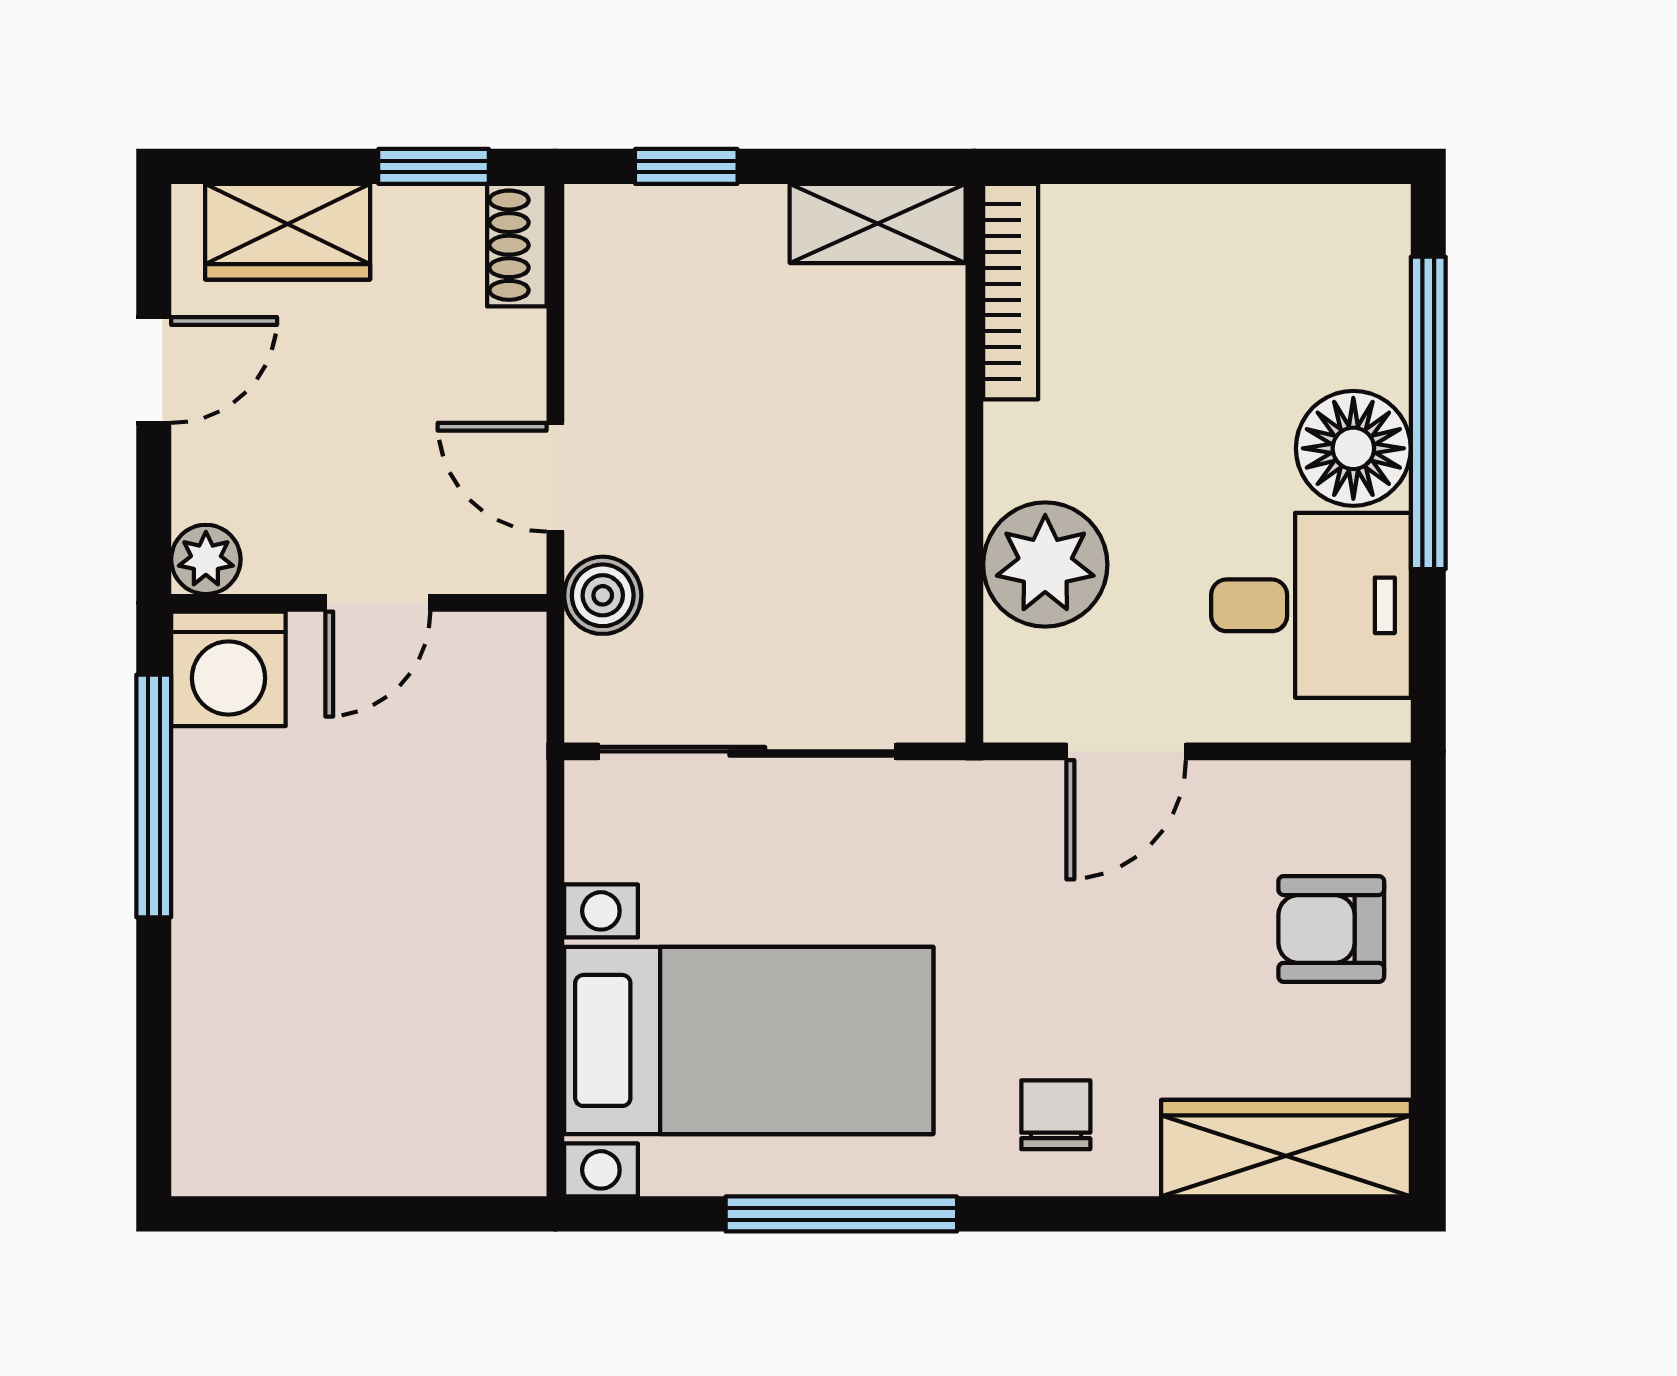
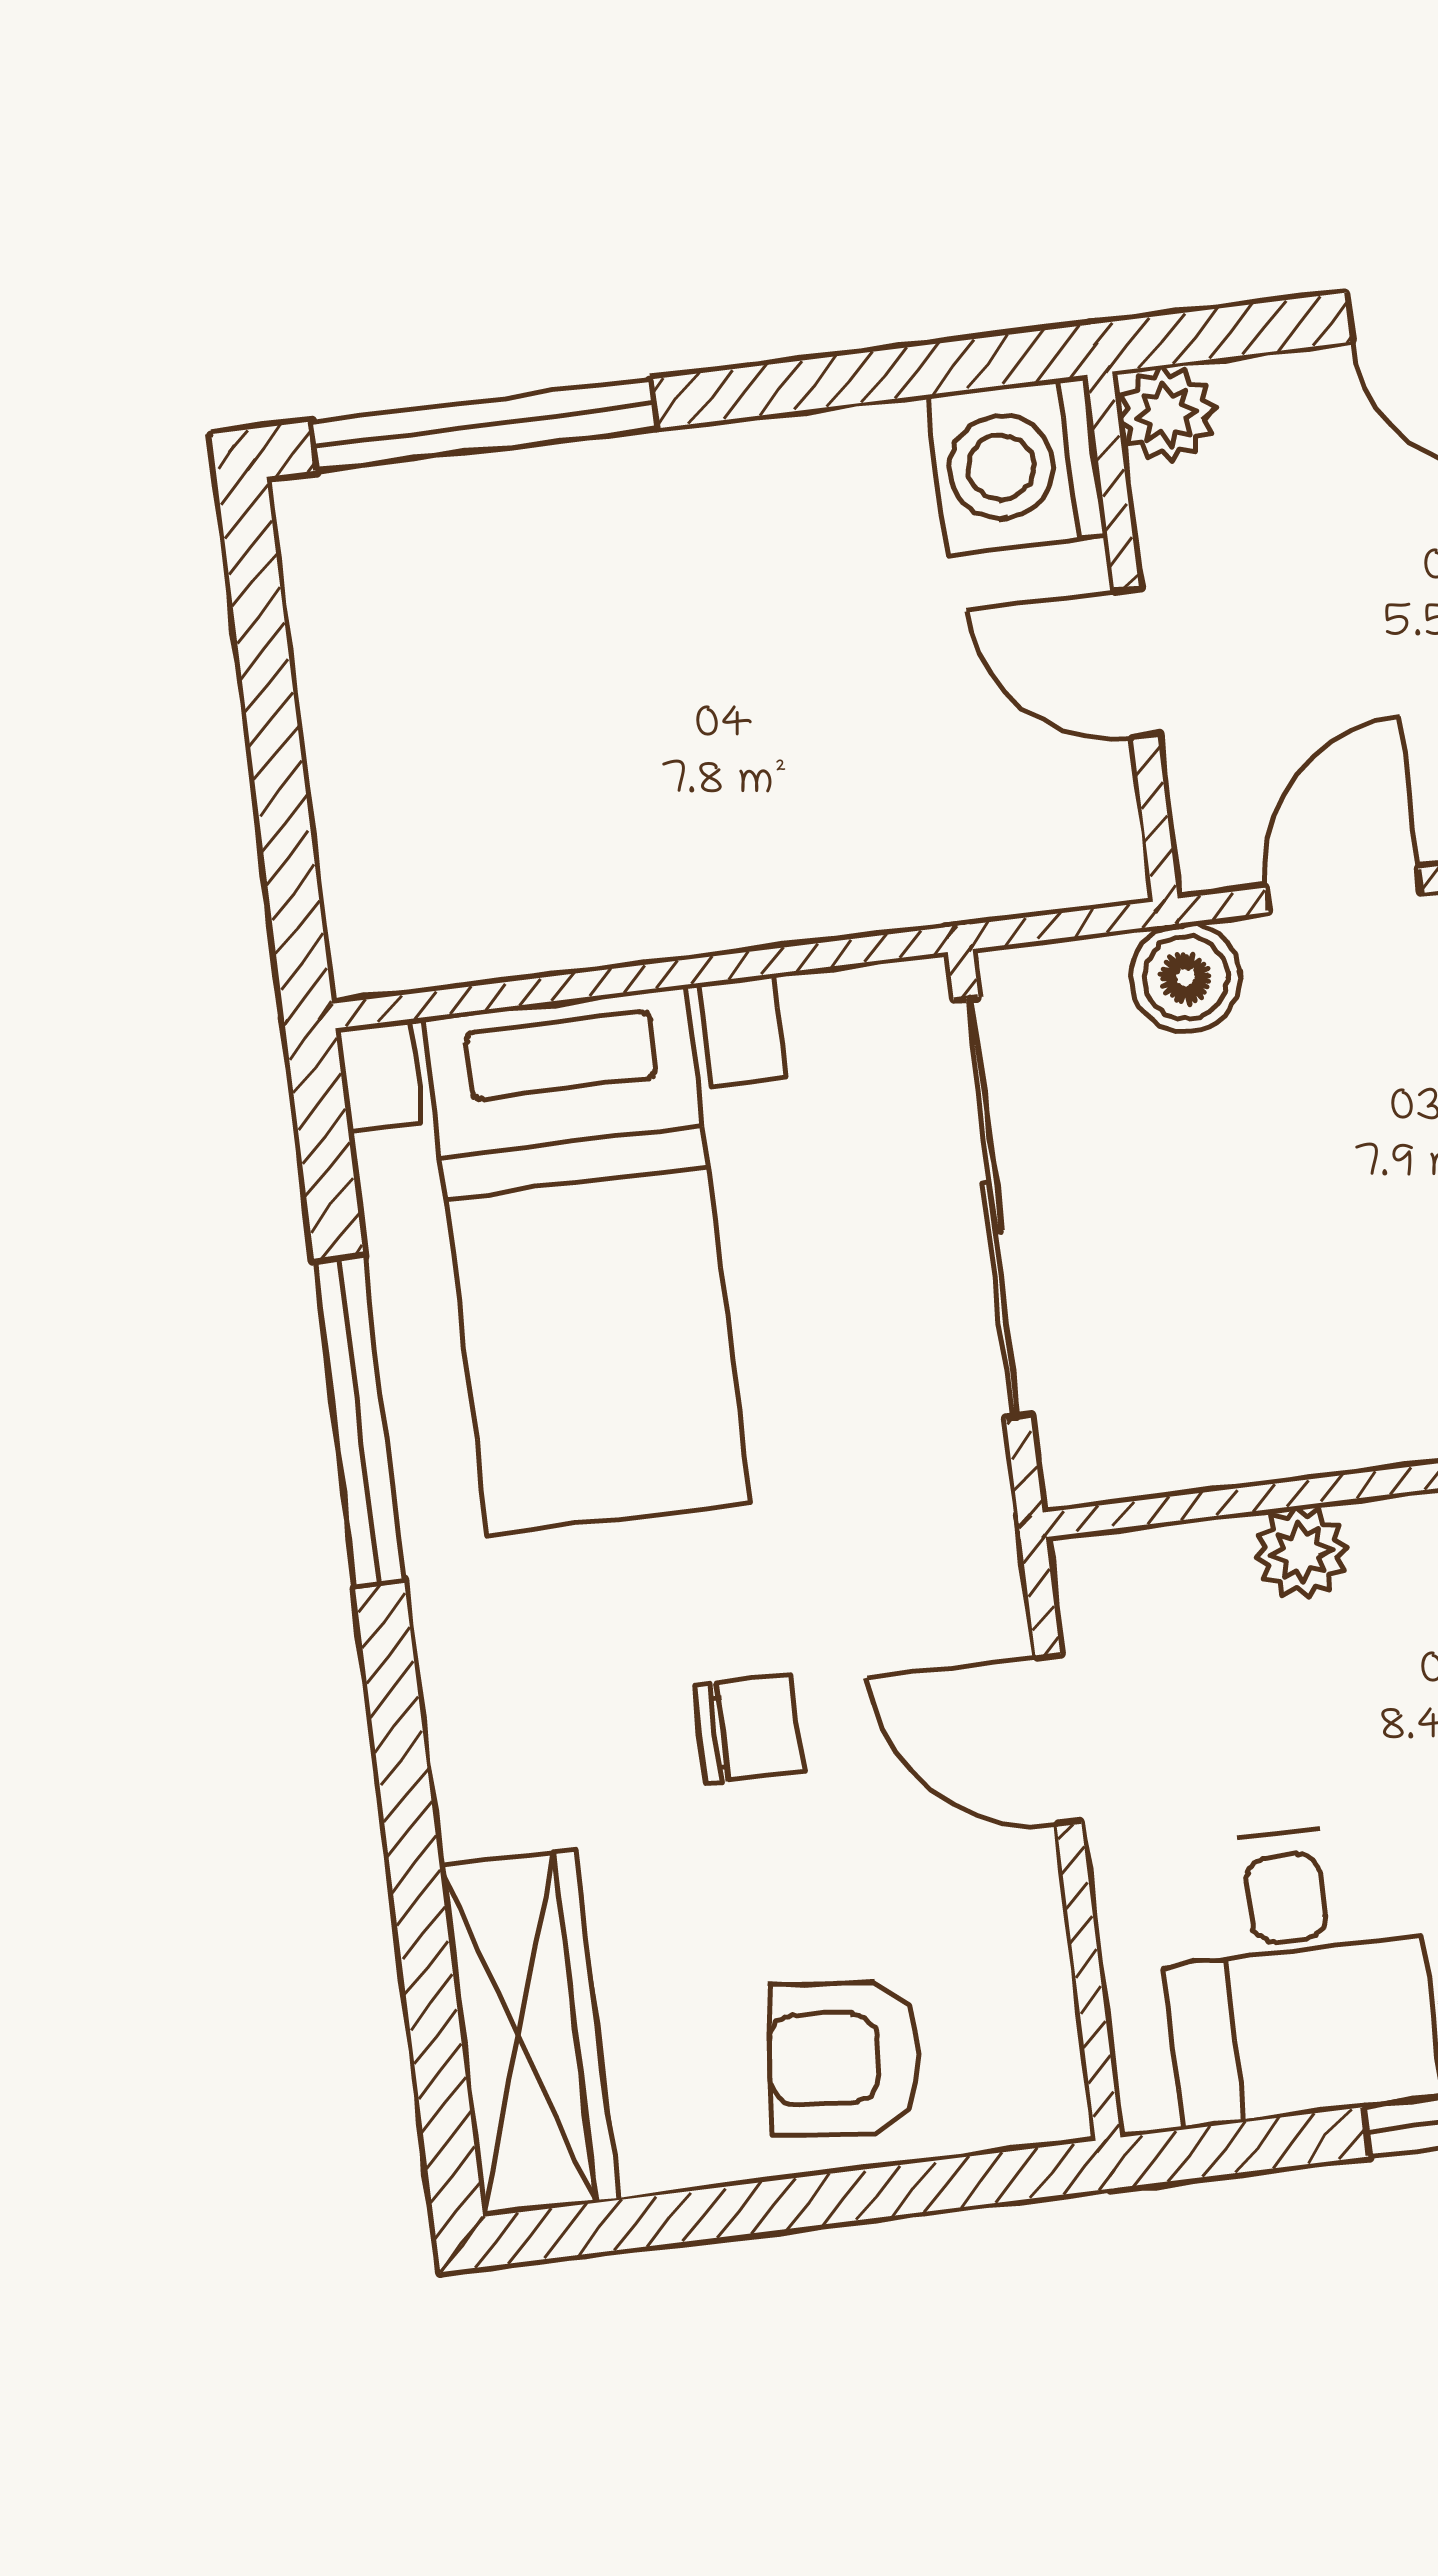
plant: (1045, 565) -> (1301, 1553), width x0.53, depth x0.53
window: (154, 796) -> (484, 425), moved
armchair: (1331, 929) -> (845, 2058), turned -84
chair: (1056, 1115) -> (748, 1729), moved

